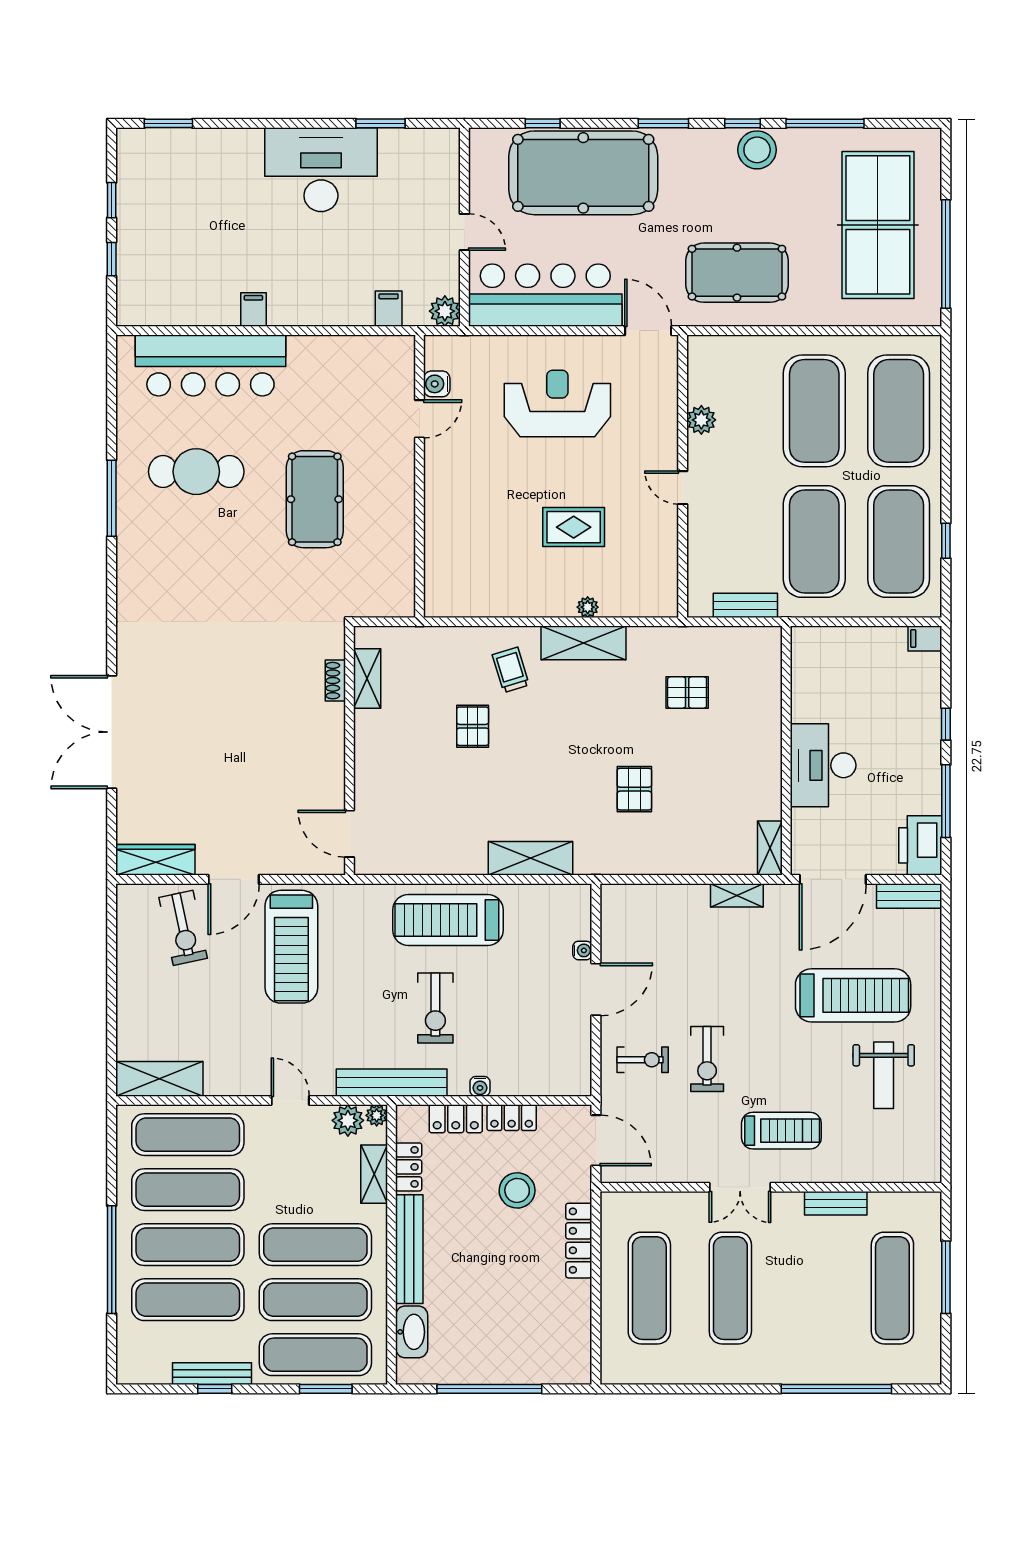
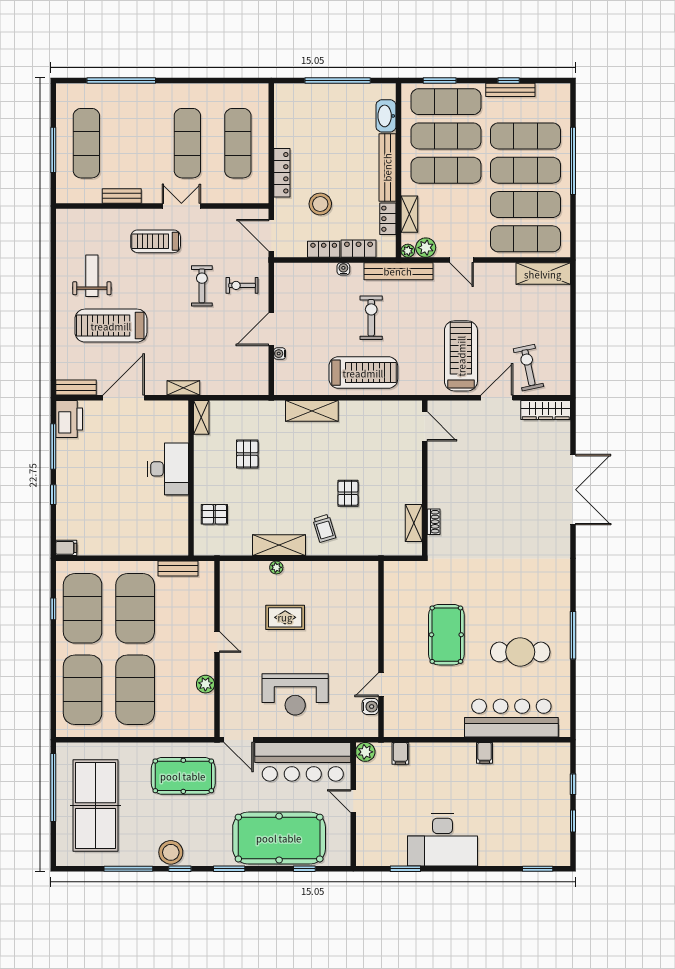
wall: (786, 751) -> (191, 478), moved
desk: (823, 765) -> (168, 469), moved
shelving: (770, 848) -> (201, 417), moved

